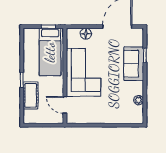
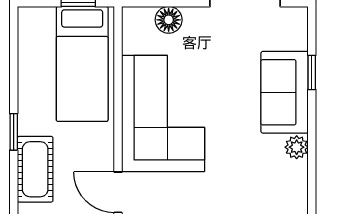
plant: (139, 100) -> (297, 147), moved

